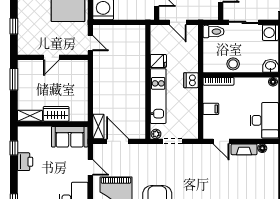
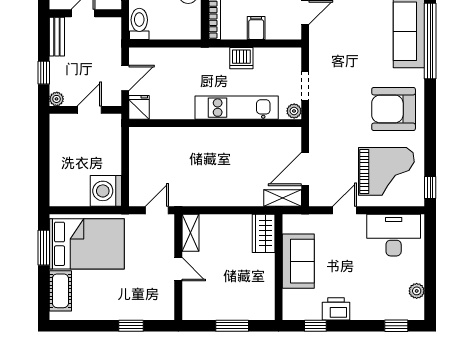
fridge: (158, 61) -> (139, 107), moved
window: (14, 79) -> (232, 326), moved
dishwasher: (191, 80) -> (241, 58), moved
wardrobe: (56, 114) -> (264, 233), moved
shelving: (30, 116) -> (190, 233), moved
sofa: (70, 137) -> (298, 261), moved

